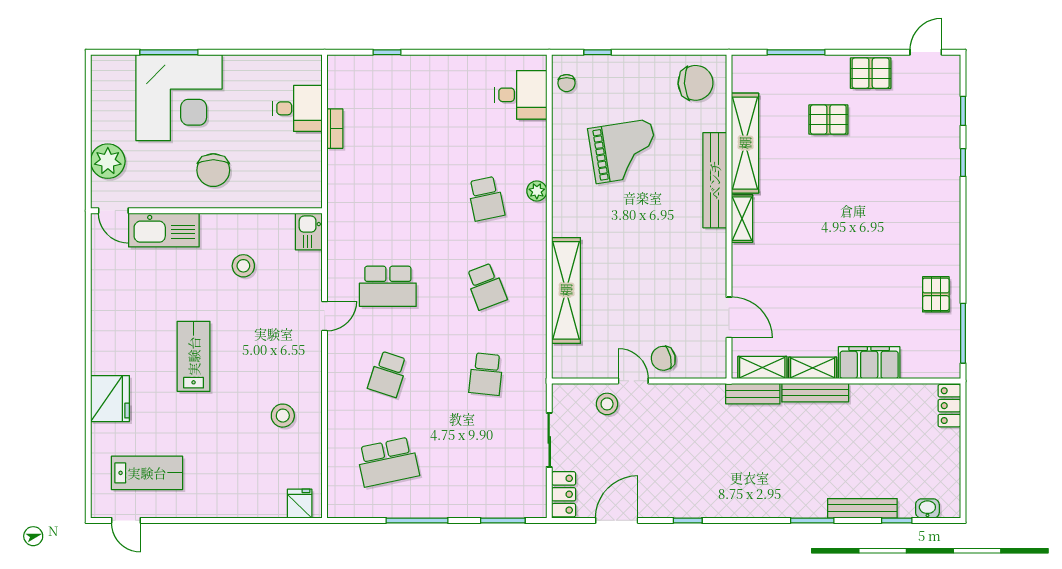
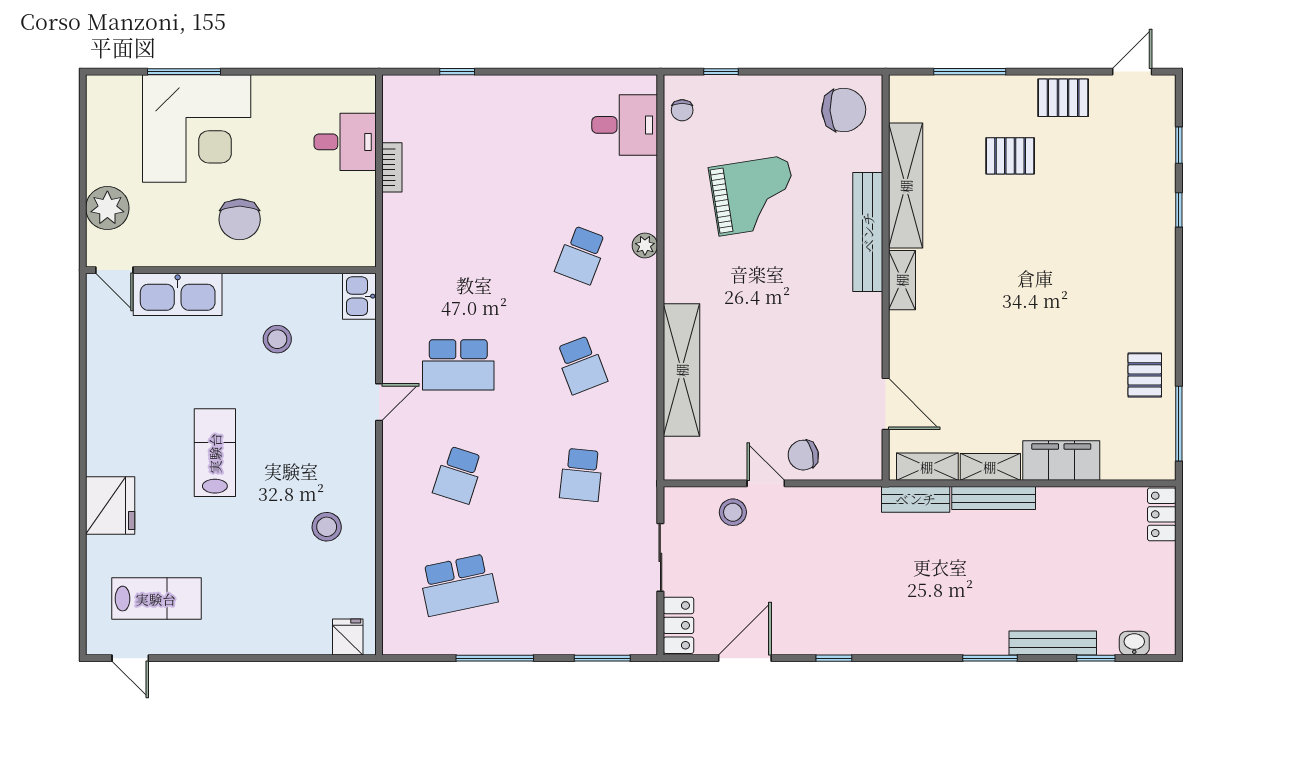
school desk: (486, 199) -> (581, 255), turned 33

